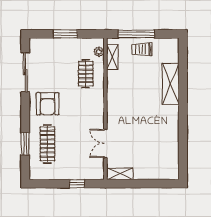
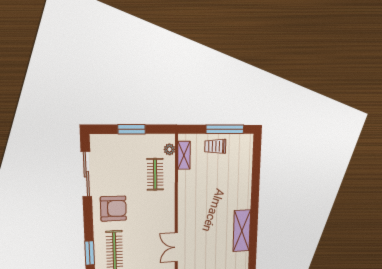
window: (136, 34) -> (225, 129), moved
shelving: (171, 84) -> (242, 231), moved
armchair: (48, 104) -> (113, 209), turned -90

